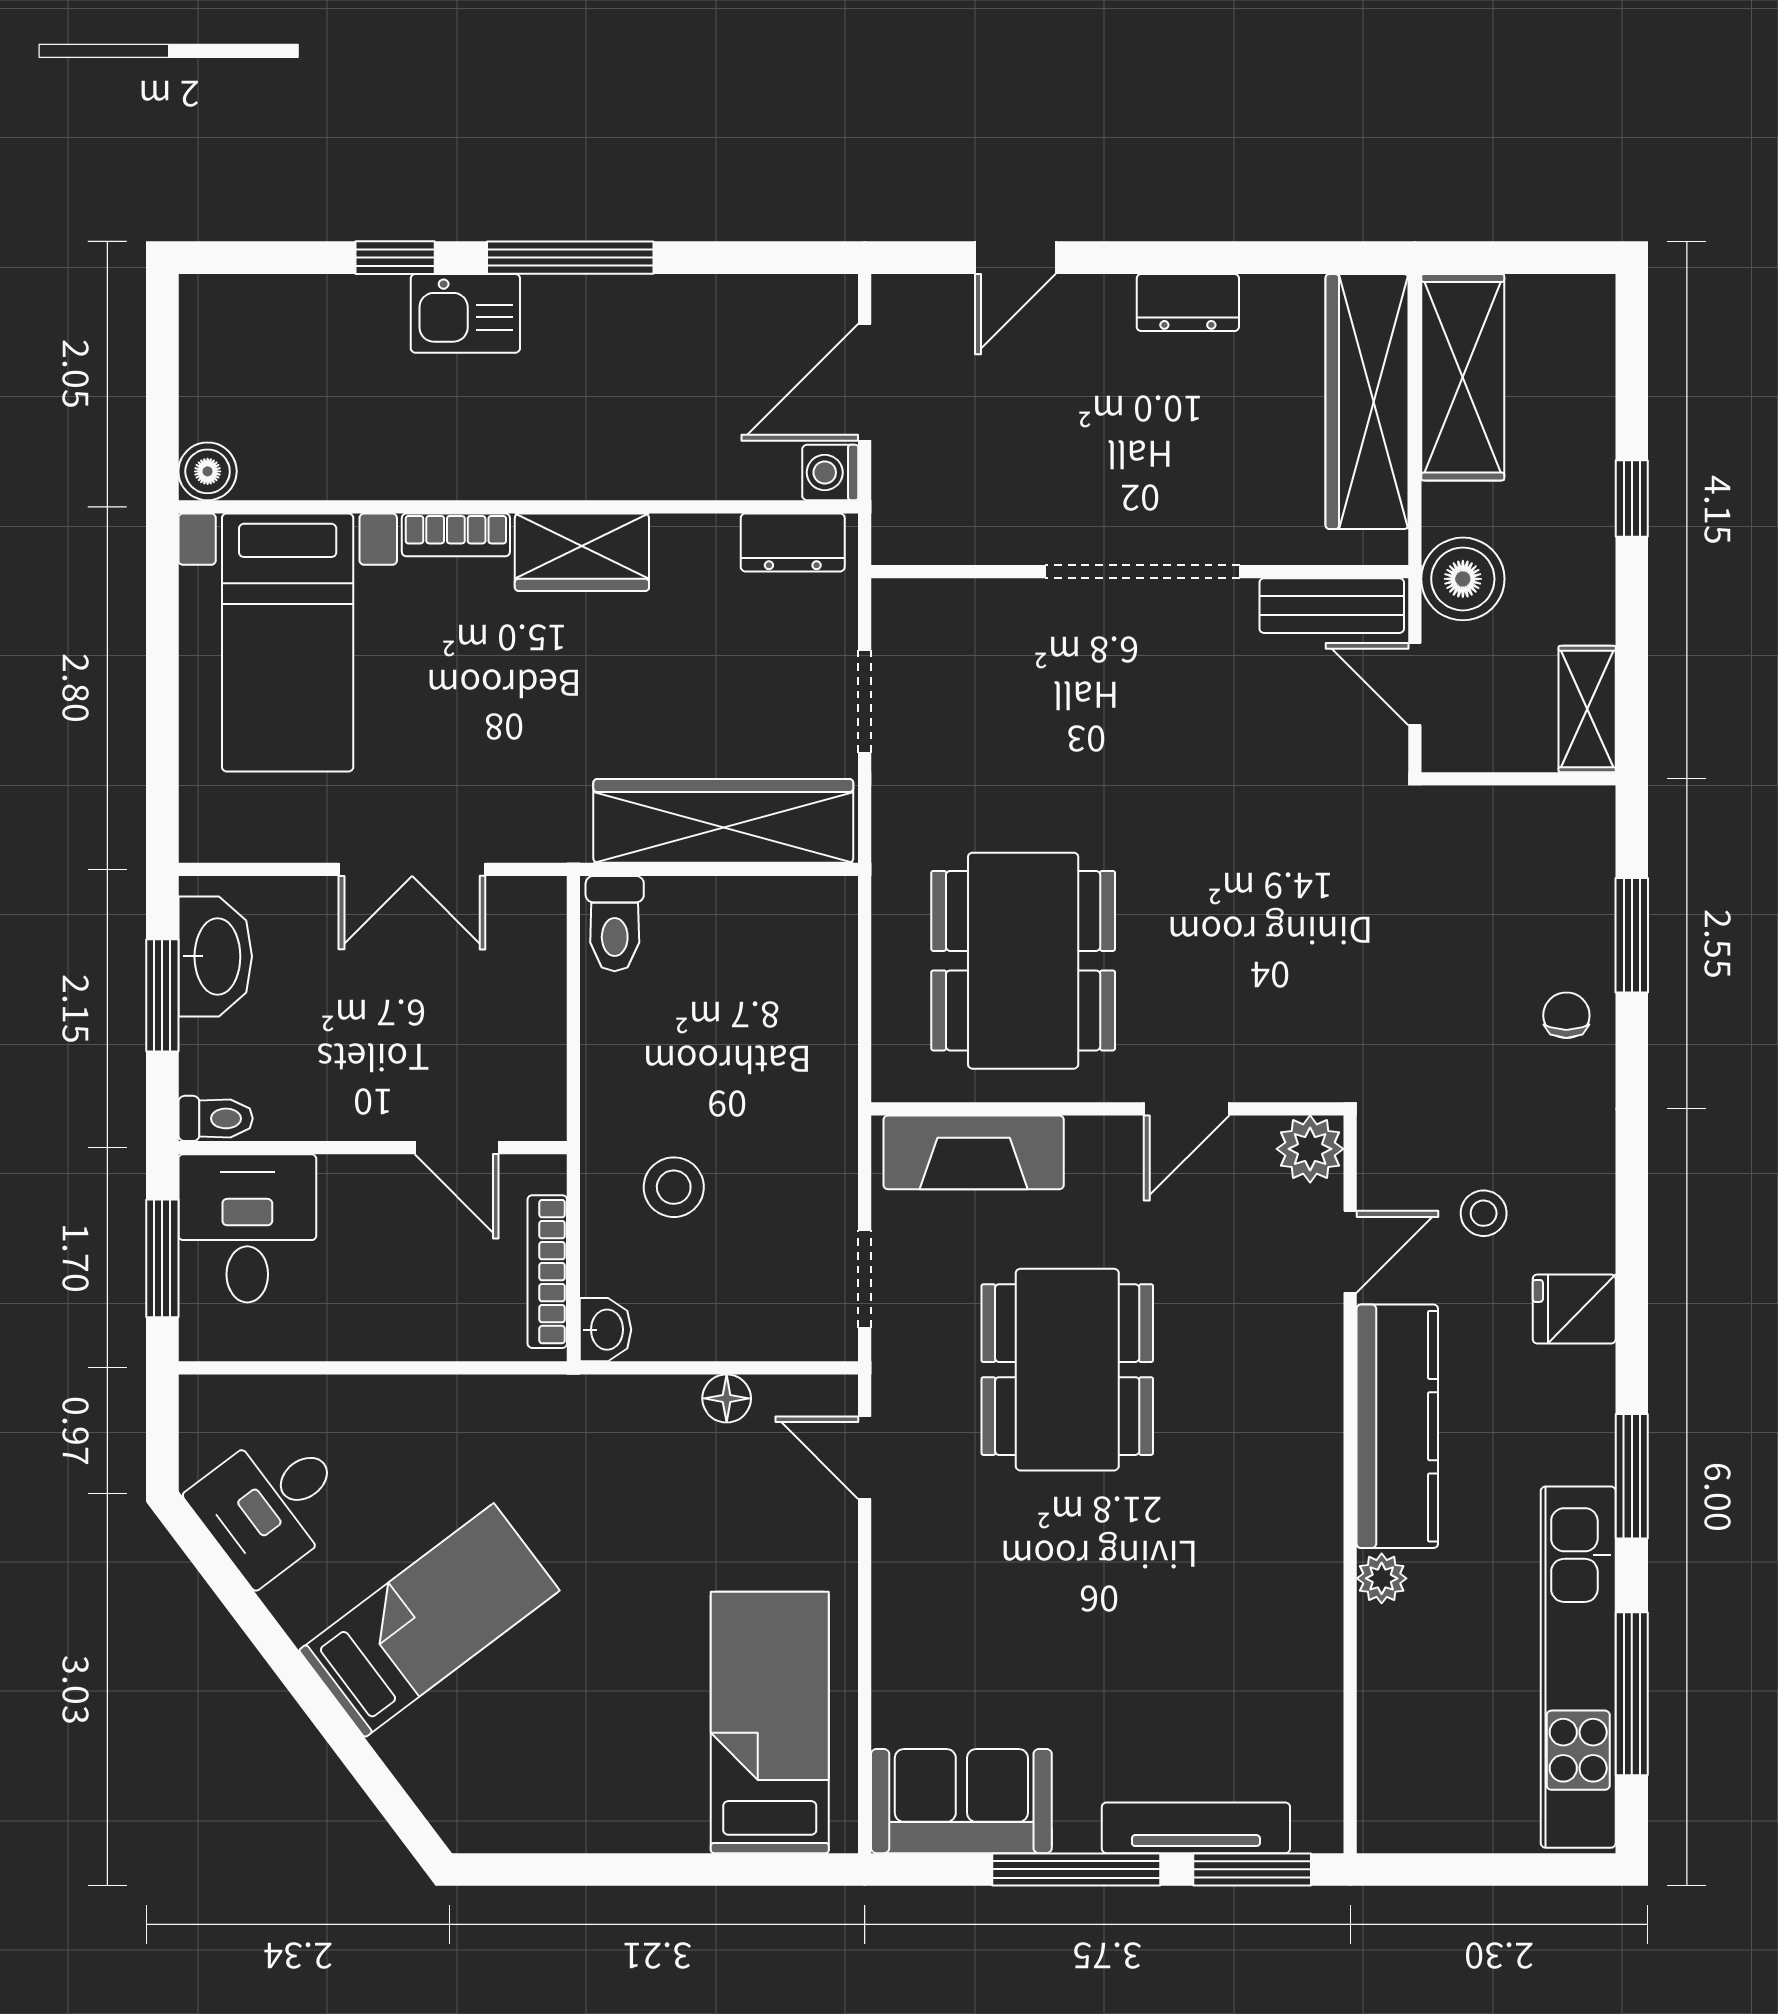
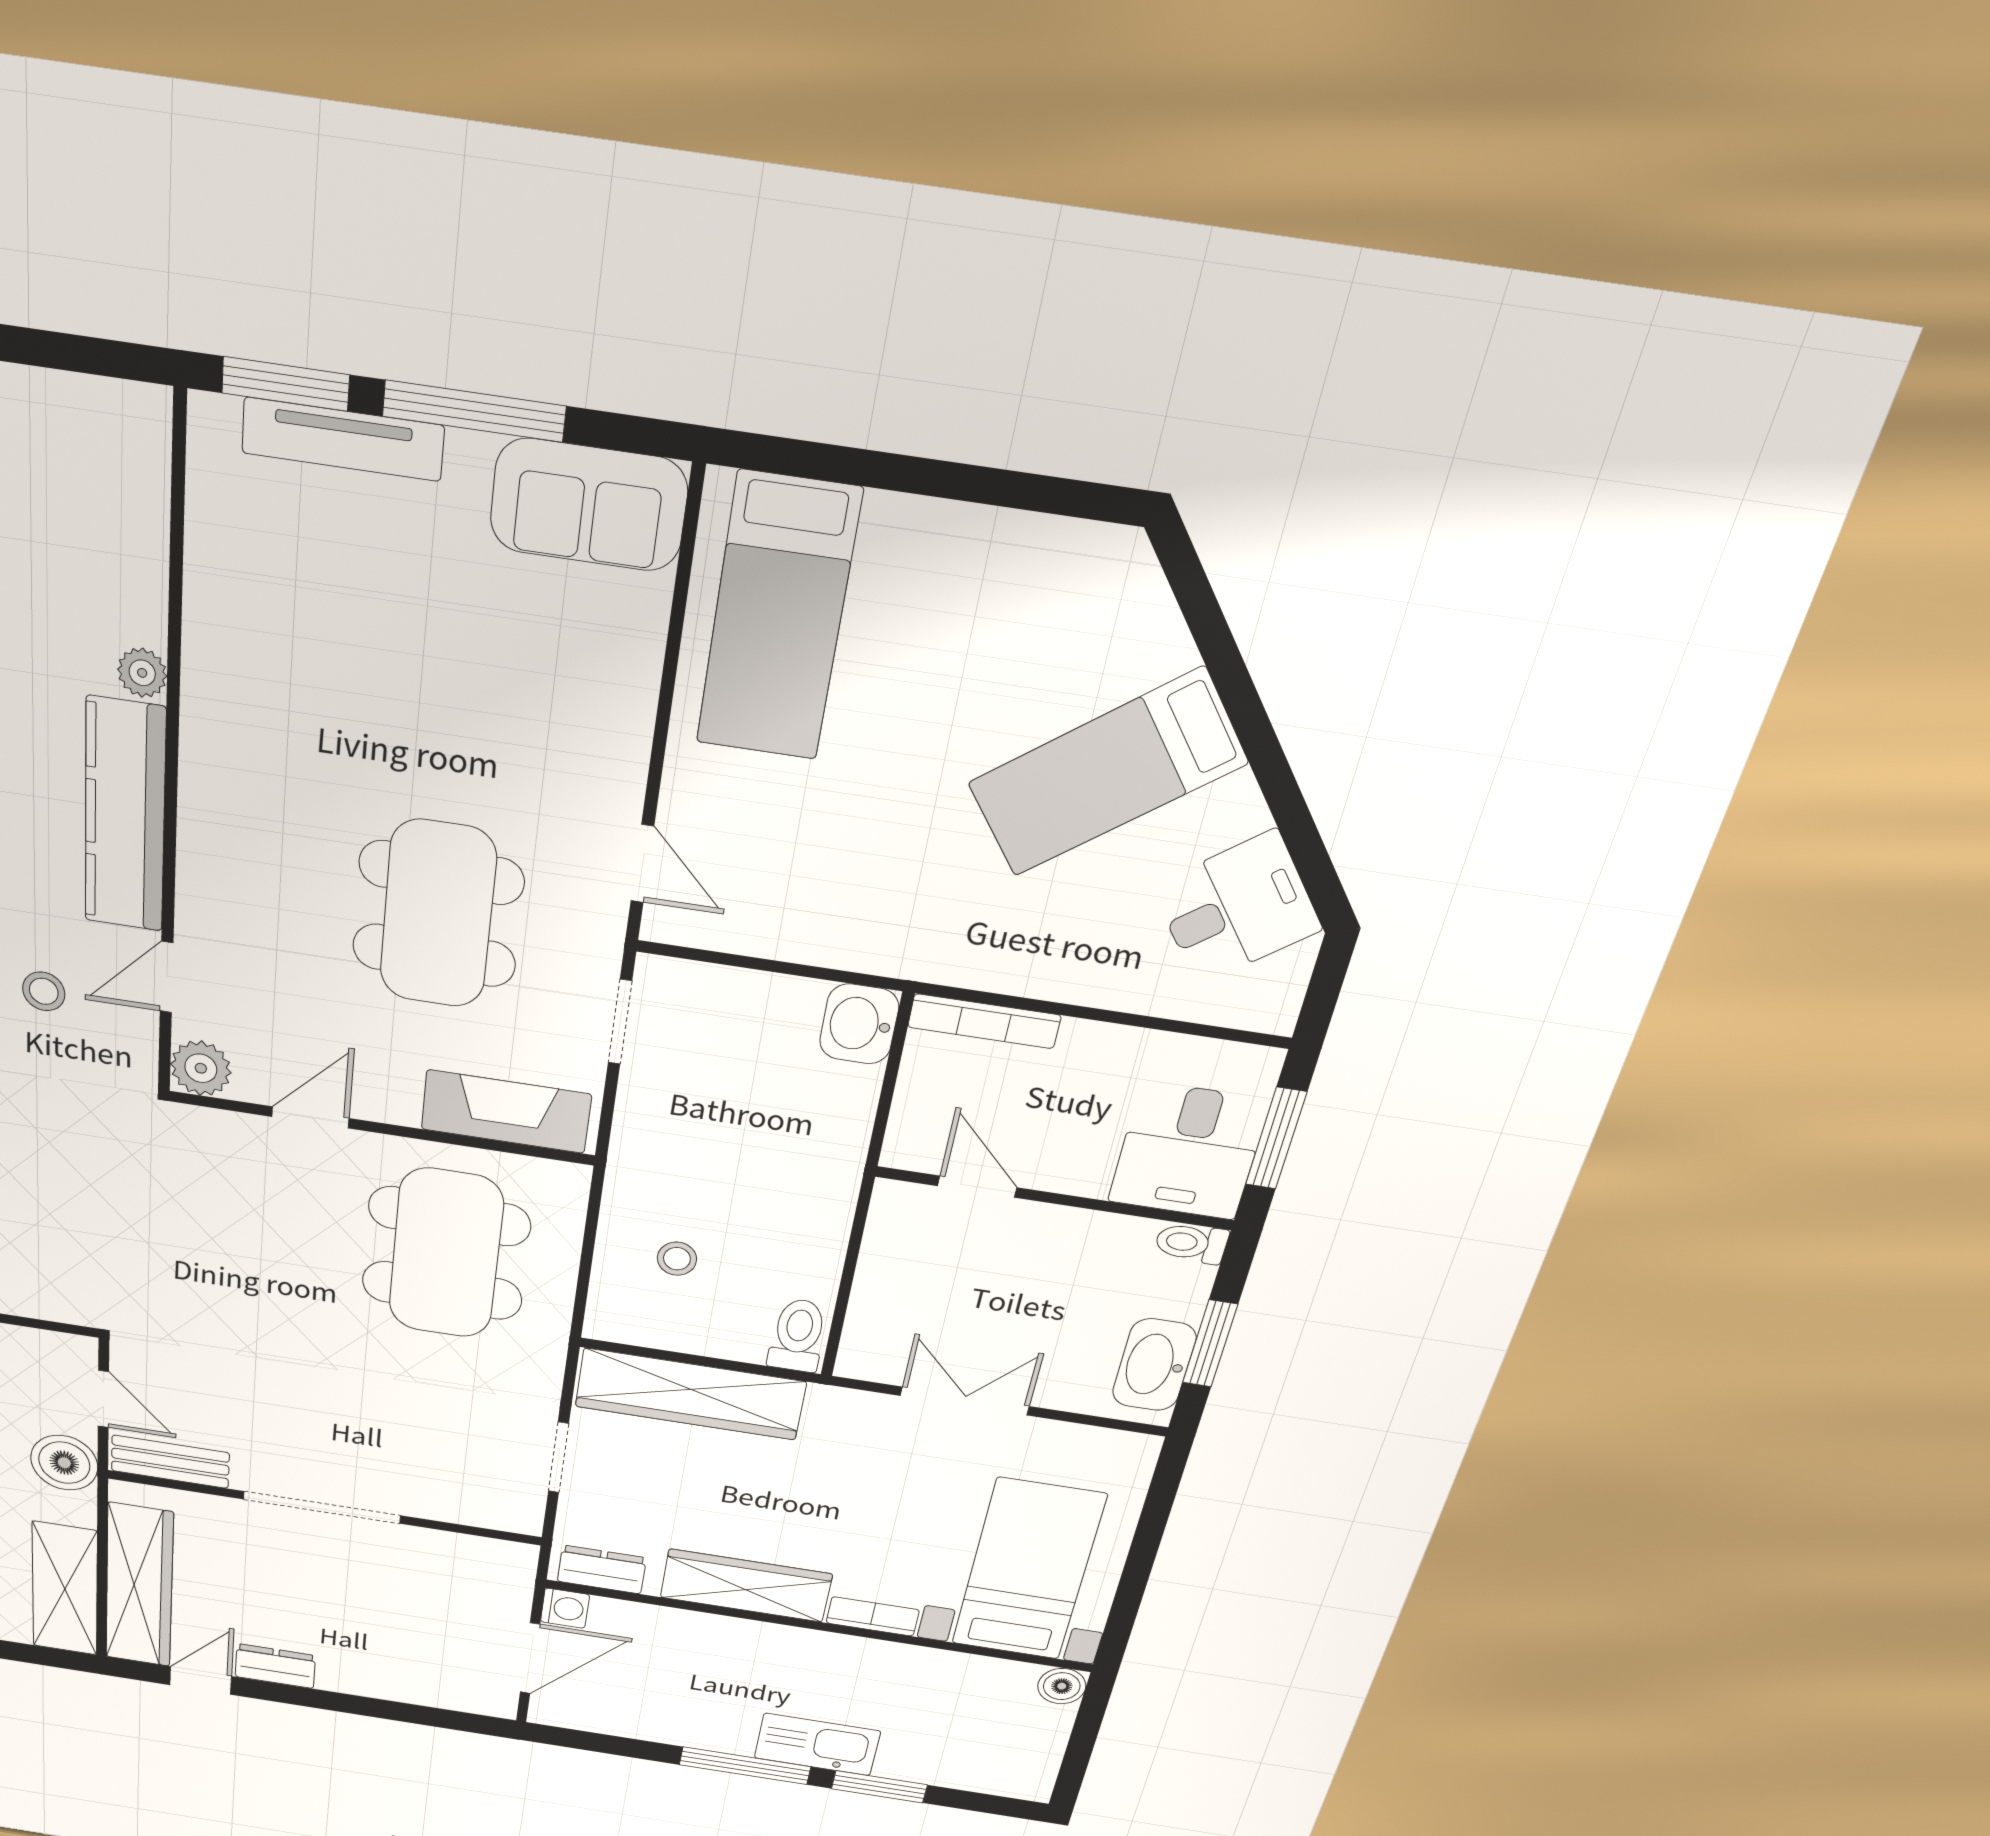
window: (395, 258) -> (879, 1787), width x1.50
door: (1015, 258) -> (201, 1681), moved
kitchen sink: (465, 313) -> (817, 1744), width x1.38
wardrobe: (582, 552) -> (746, 1586), width x1.50
stool: (674, 1187) -> (677, 1259), moved, width x0.73, depth x0.73
bookcase: (547, 1272) -> (984, 1021), moved, turned 90
washbasin: (605, 1330) -> (859, 1024), width x1.38, depth x1.45
floor lamp: (727, 1398) -> (768, 937), removed

